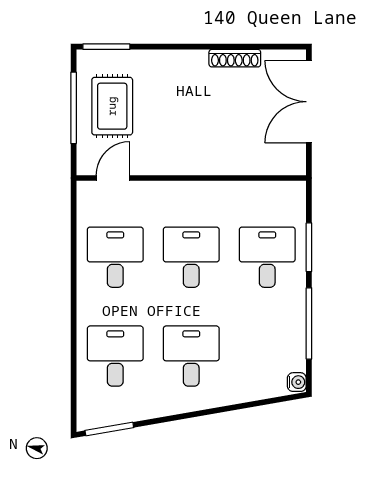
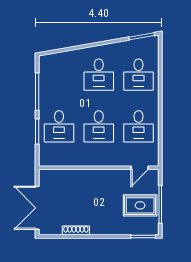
double door: (309, 102) -> (37, 208), swing flipped
rug: (112, 106) -> (140, 205), turned 90
water cooler: (297, 382) -> (43, 61), removed

